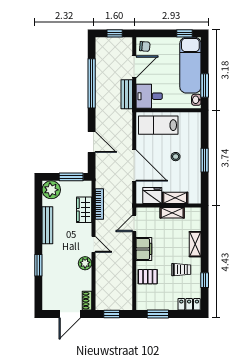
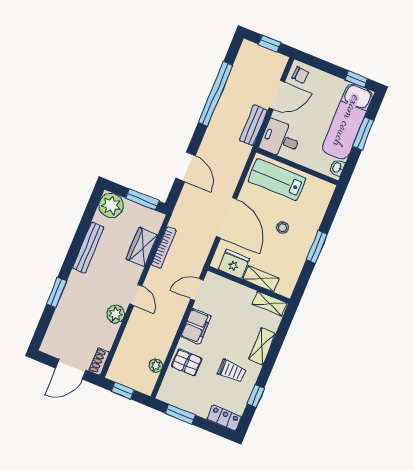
window: (205, 86) -> (363, 134), moved
shelving: (172, 213) -> (270, 304), moved
plant: (127, 287) -> (156, 366), added

